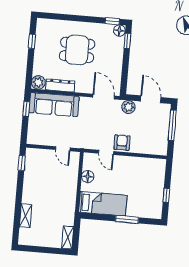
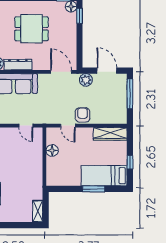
wardrobe: (149, 164) -> (110, 134), added
bed: (103, 204) -> (104, 176), moved, turned 180

